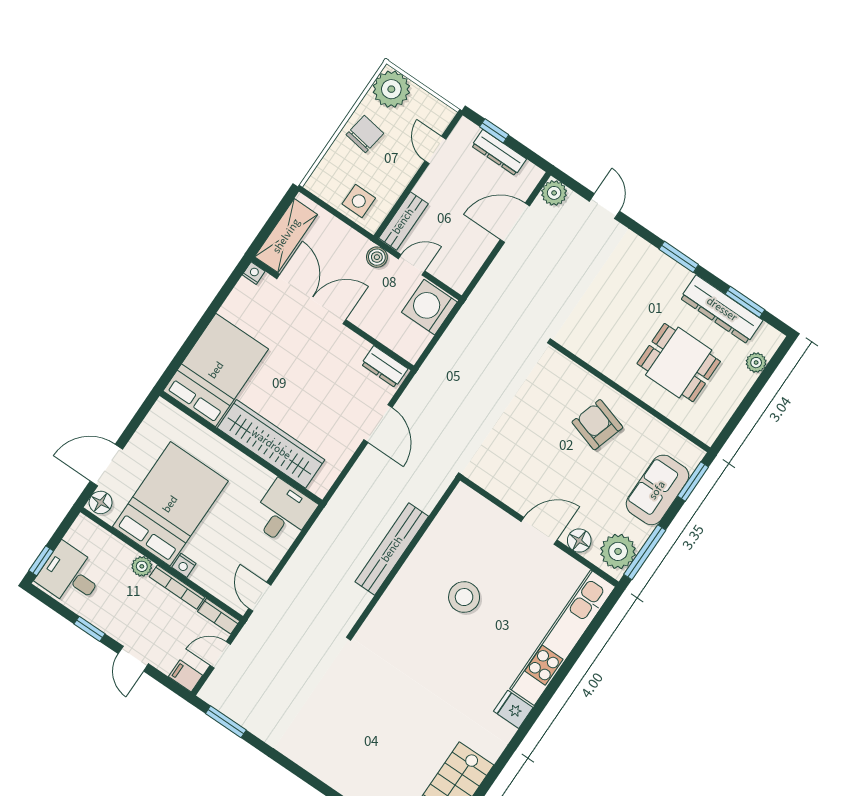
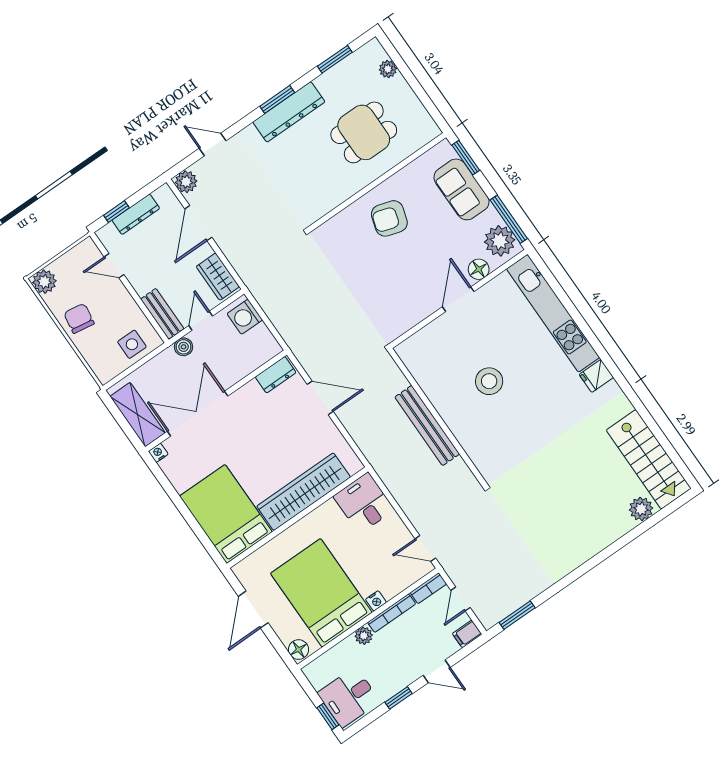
plant: (391, 89) -> (44, 282), width x0.73, depth x0.73
wardrobe: (466, 265) -> (218, 277), added
washing machine: (429, 307) -> (245, 317), width x0.73, depth x0.73
dresser: (722, 309) -> (289, 112), moved
door: (106, 465) -> (253, 610), moved

